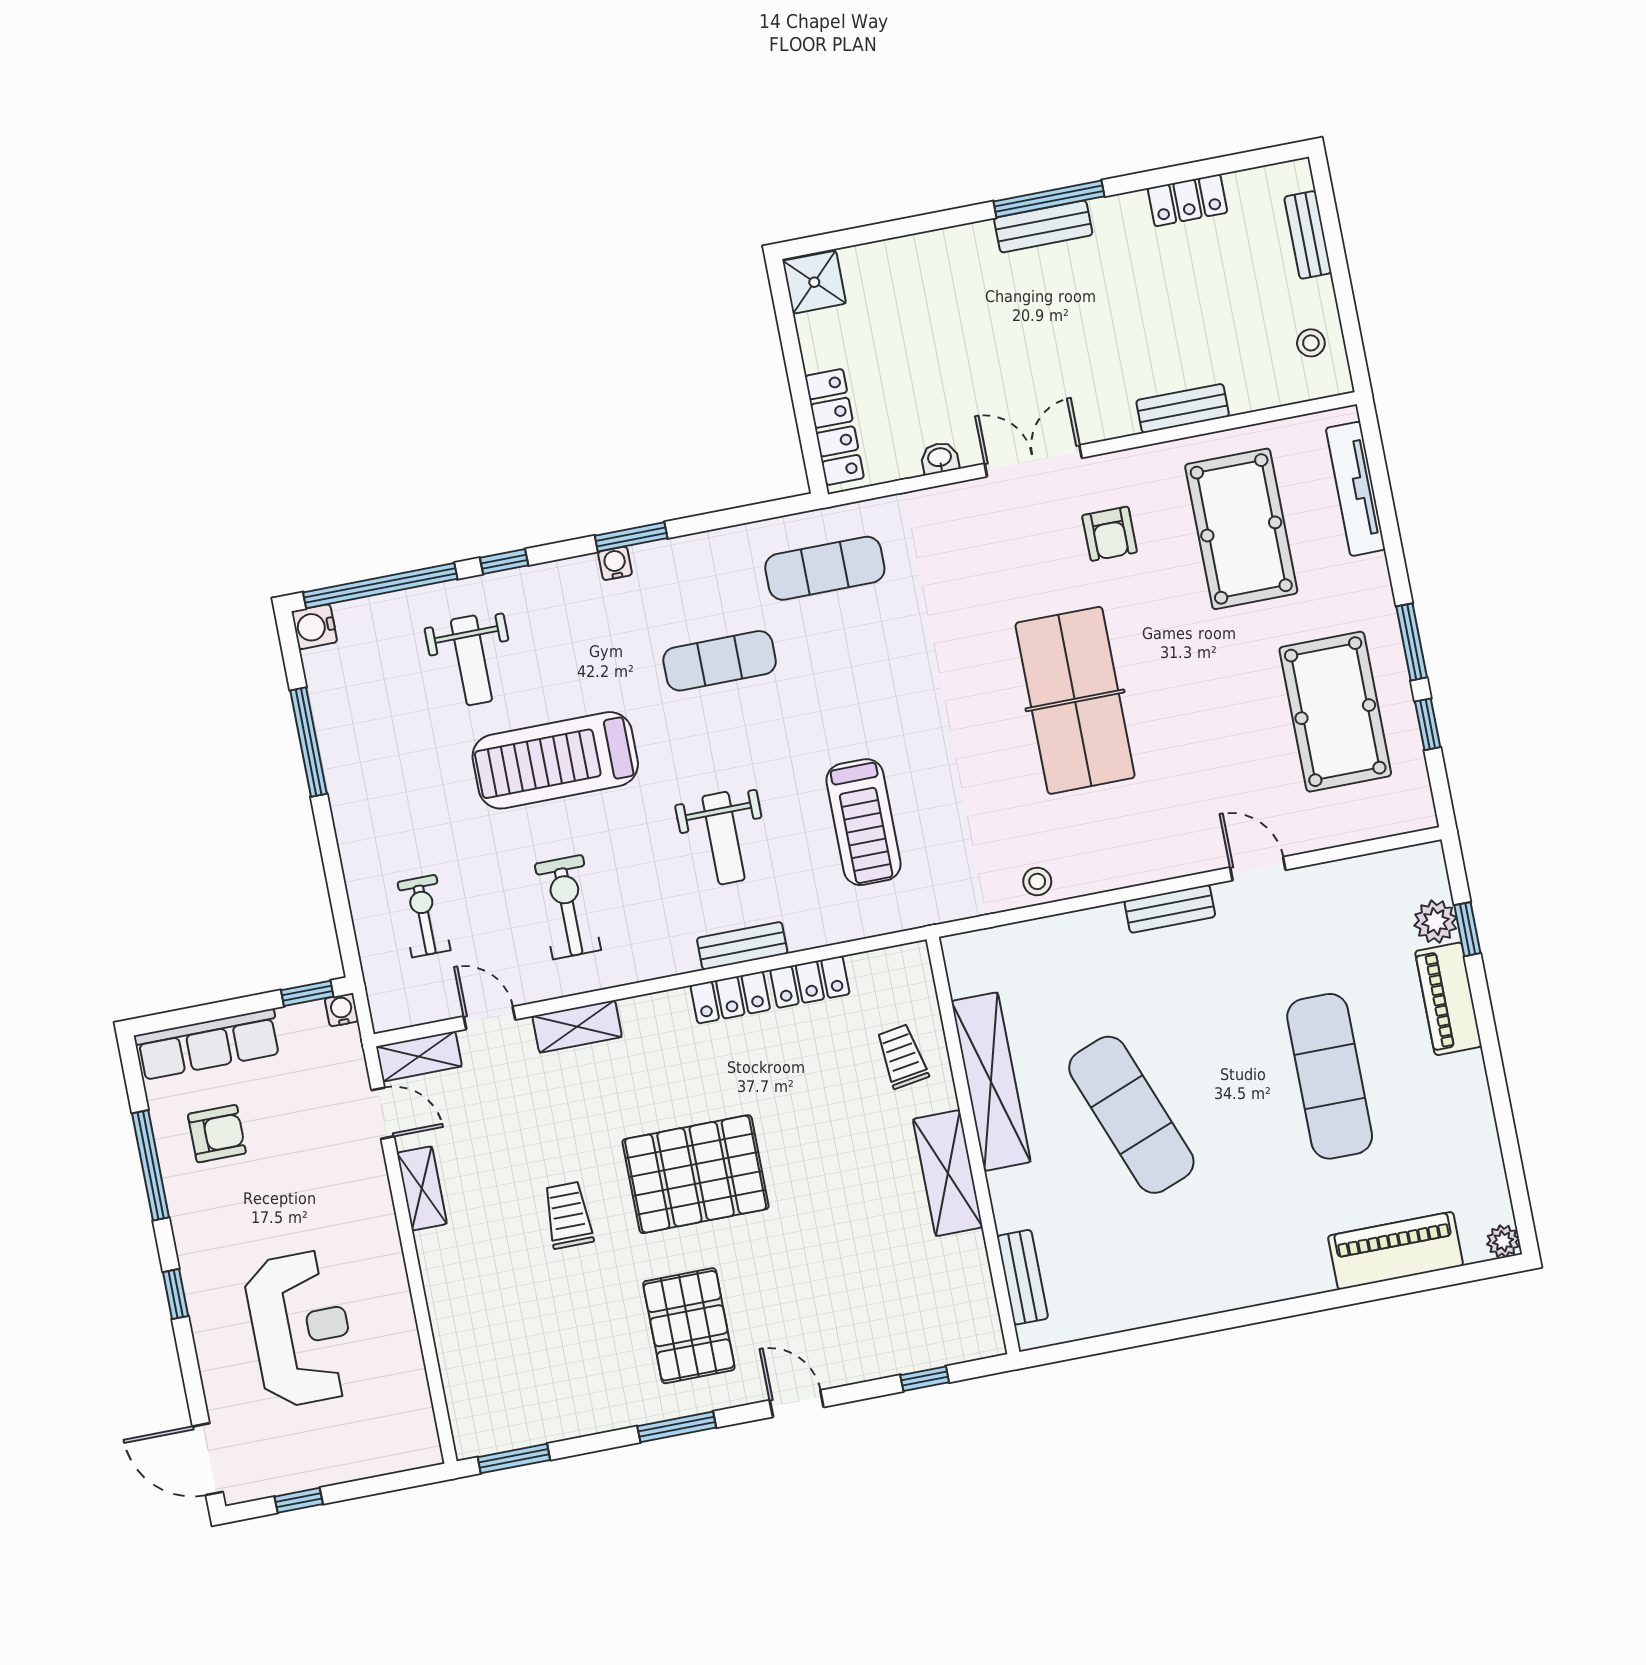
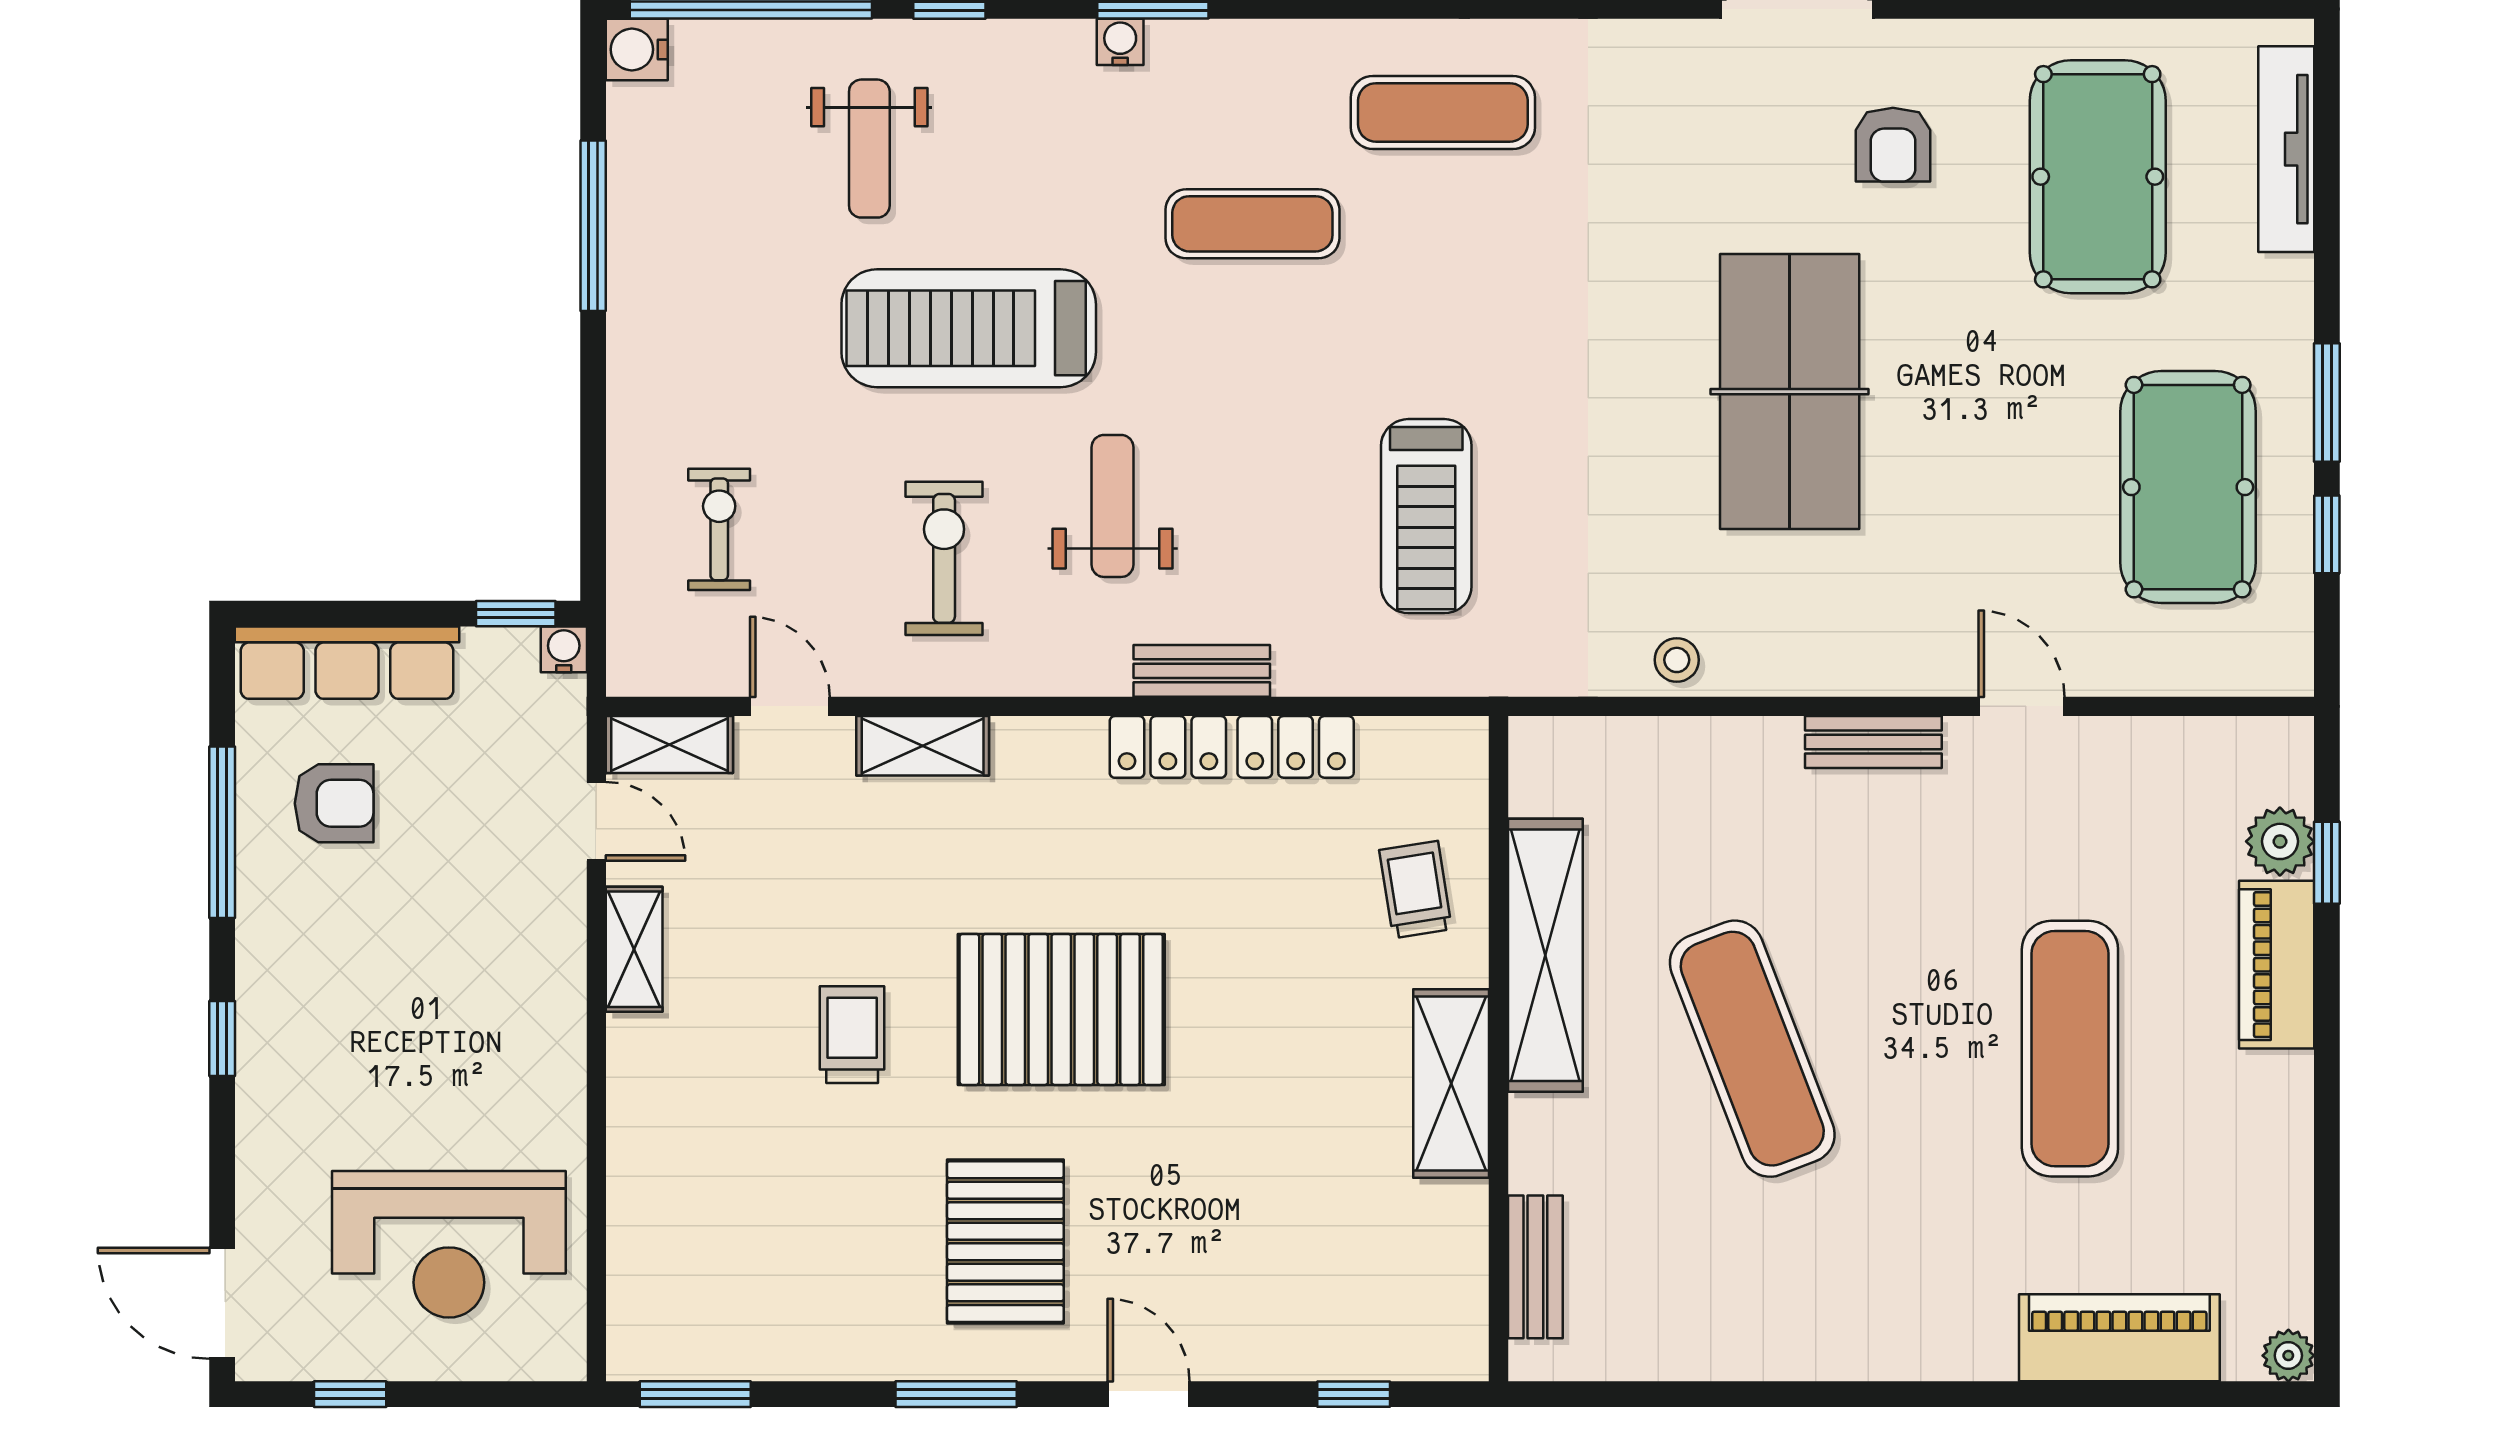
weight bench: (723, 838) -> (1113, 506), moved, turned 180
reception desk: (301, 1329) -> (449, 1244), moved, turned 90

